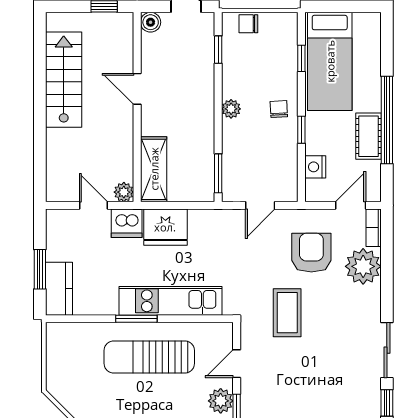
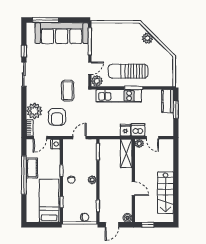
nightstand: (315, 167) -> (55, 144), moved
fridge: (165, 227) -> (125, 130), width x0.53, depth x0.75
sun lounger: (149, 357) -> (128, 71), turned 180
plant: (221, 401) -> (97, 81), moved

